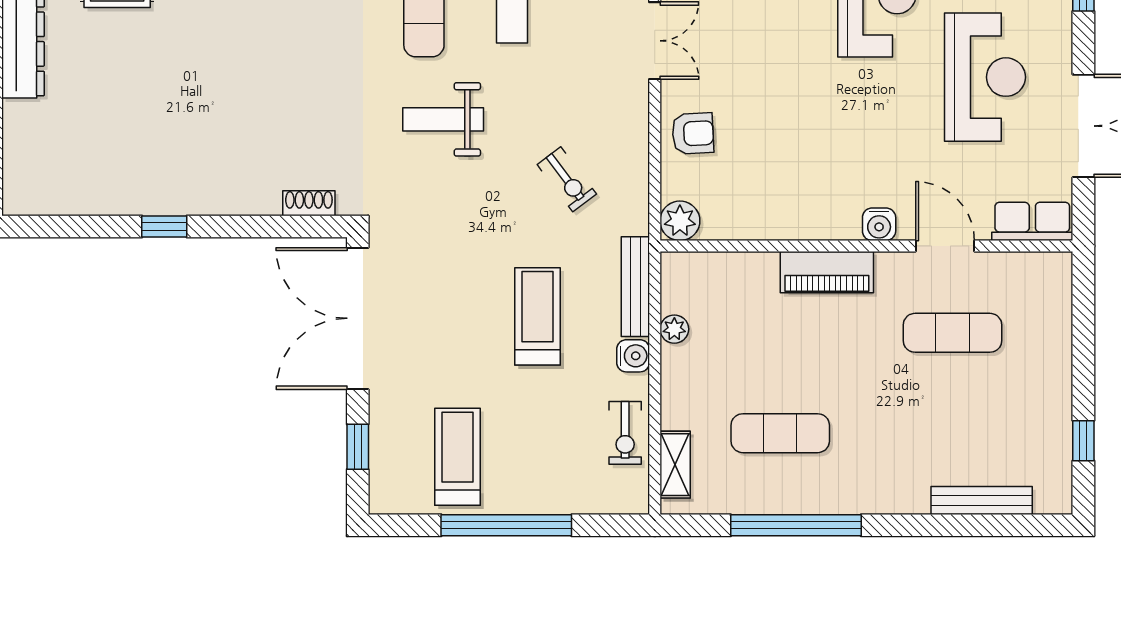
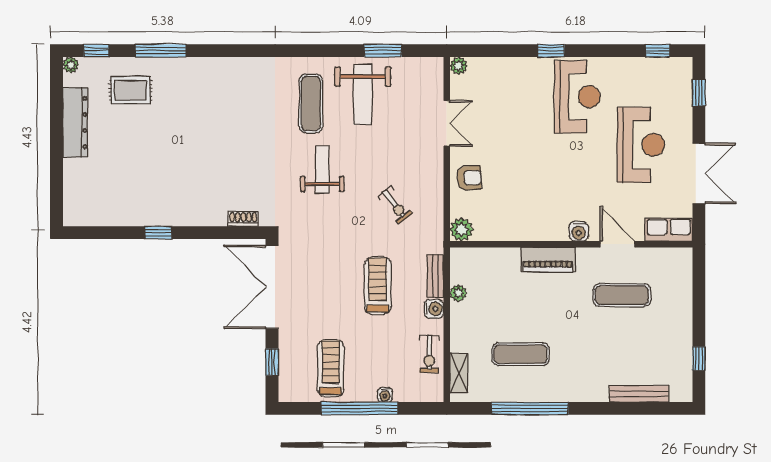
weight bench: (443, 119) -> (322, 170), turned 90
bench: (635, 287) -> (435, 276), width x0.73
water cooler: (550, 502) -> (385, 395), added

